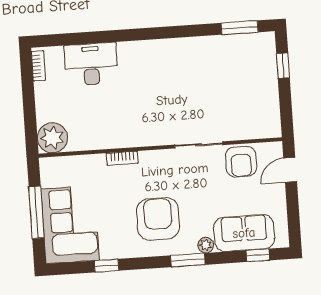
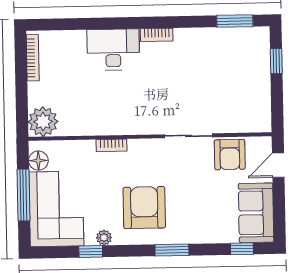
bookcase: (162, 45) -> (157, 35), added
desk: (91, 64) -> (113, 50), moved
bookcase: (38, 66) -> (33, 58), width x1.56
floor lamp: (50, 177) -> (38, 161), added
sofa: (244, 233) -> (256, 213), moved, turned -90
plant: (206, 245) -> (104, 238), moved

